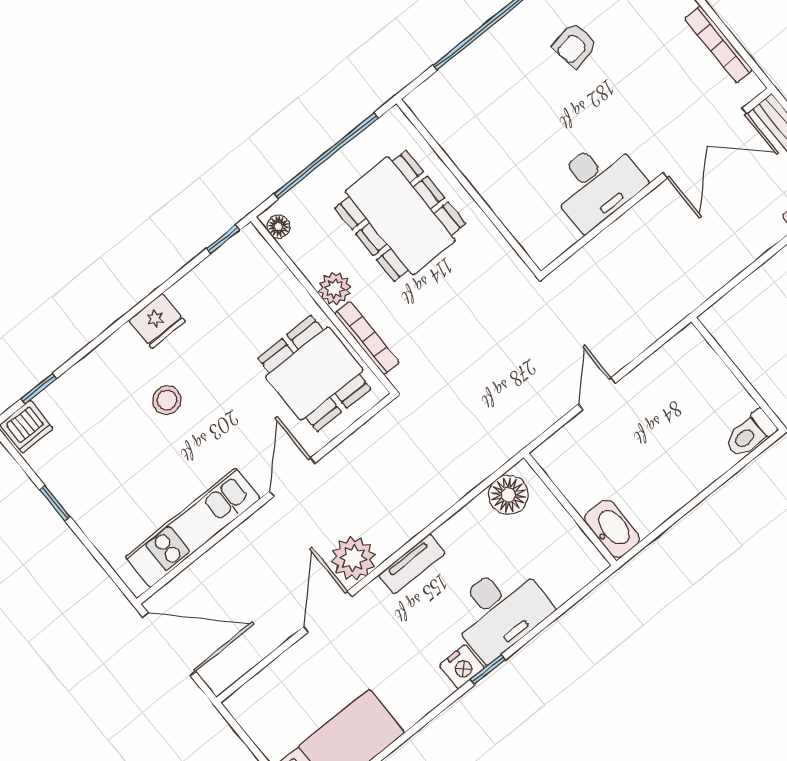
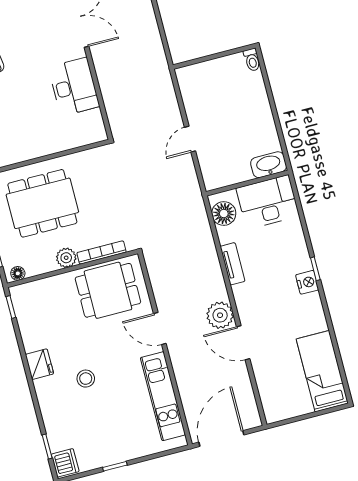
door: (597, 394) -> (190, 139), hinge flipped
toilet: (750, 434) -> (252, 60), width x0.73, depth x0.72
tv unit: (412, 564) -> (232, 264), moved
desk: (499, 611) -> (268, 202), moved, turned -90

